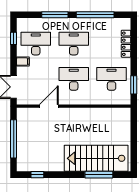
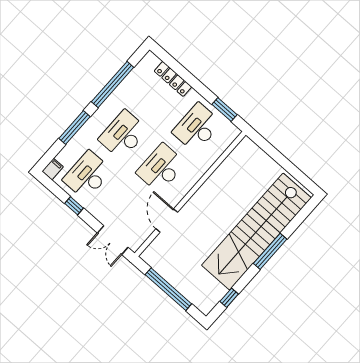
window: (14, 38) -> (74, 206), moved
filing cabinet: (23, 62) -> (53, 169), moved
stairs: (96, 158) -> (256, 232), width x1.36
window: (99, 175) -> (270, 251), moved

